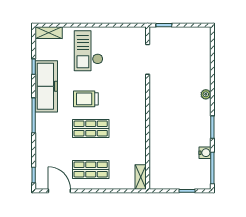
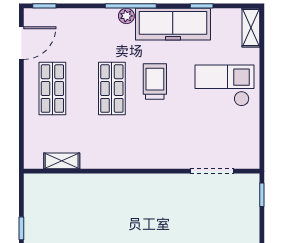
plant: (41, 118) -> (126, 16), added
shelving: (141, 177) -> (62, 161), moved

